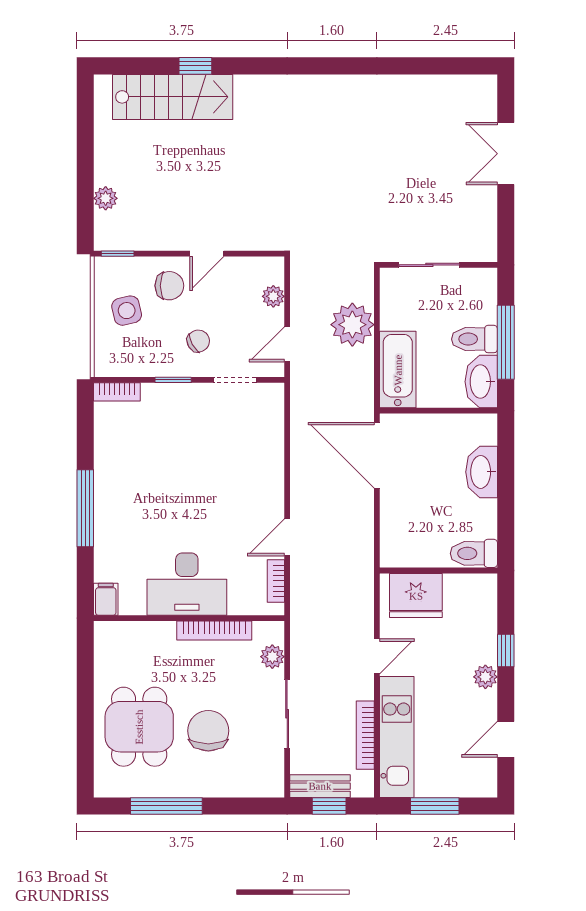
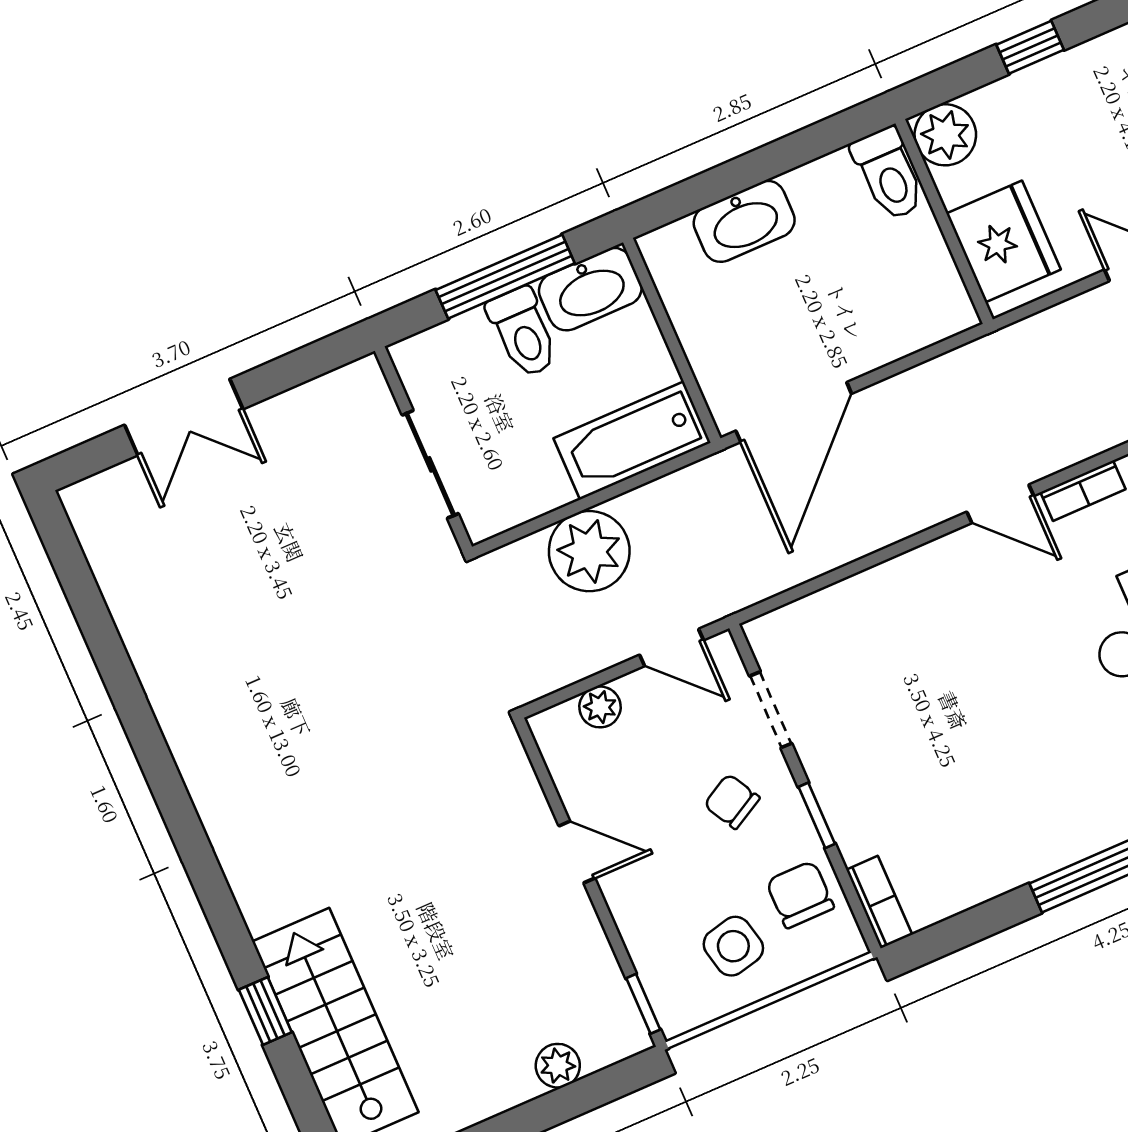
chair: (169, 286) -> (800, 895), moved
plant: (485, 677) -> (945, 135), moved, width x1.38, depth x1.38

